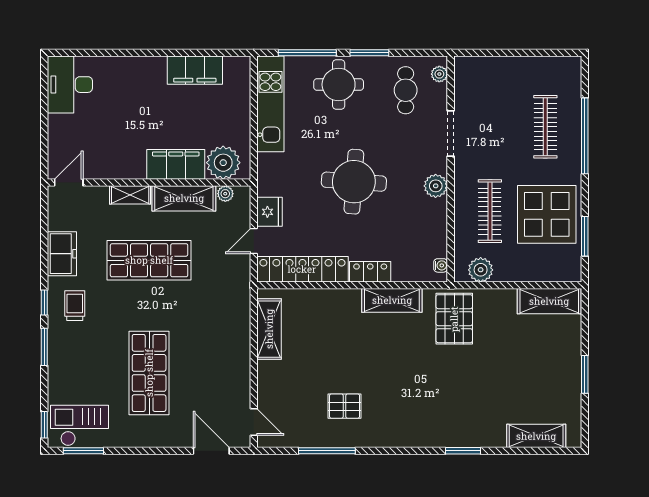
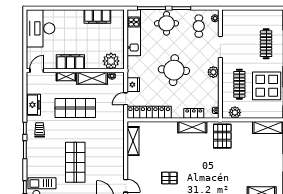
desk: (70, 85) -> (41, 28), width x1.36, depth x1.30
filing cabinet: (176, 164) -> (70, 62), moved
locker: (370, 272) -> (194, 113), moved

